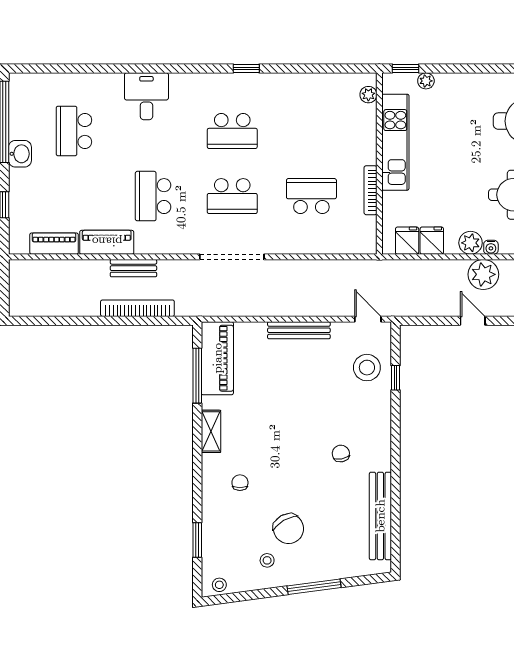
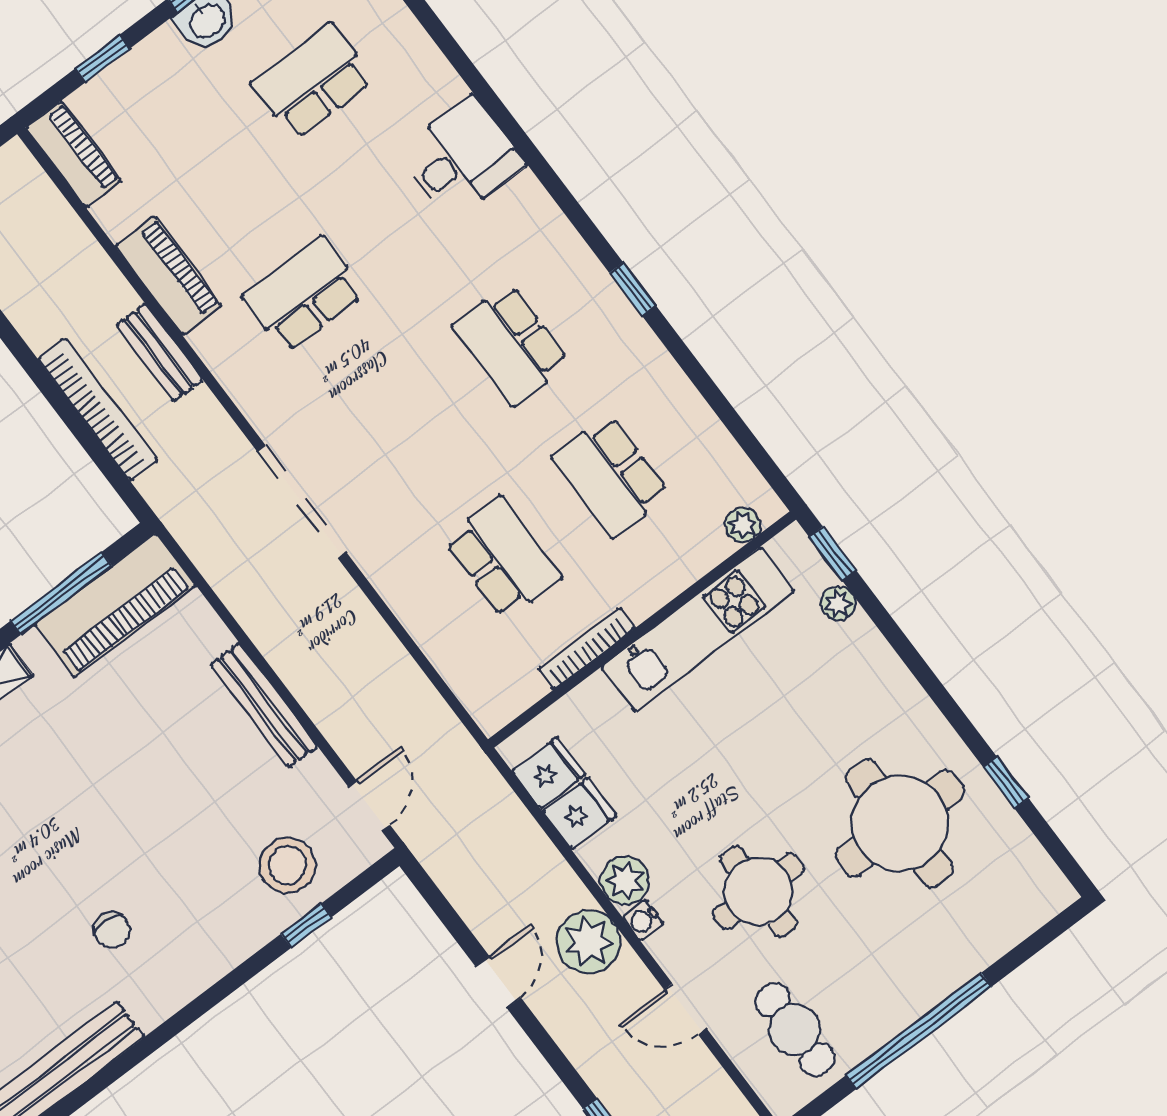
school desk: (232, 196) -> (611, 476), moved
piano: (54, 244) -> (73, 154), moved
chair: (341, 454) -> (112, 930), turned 101

